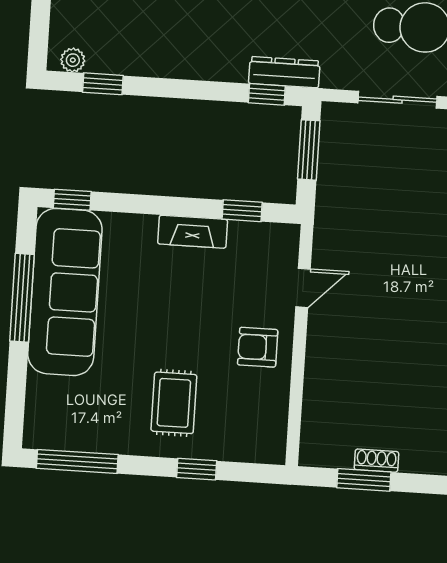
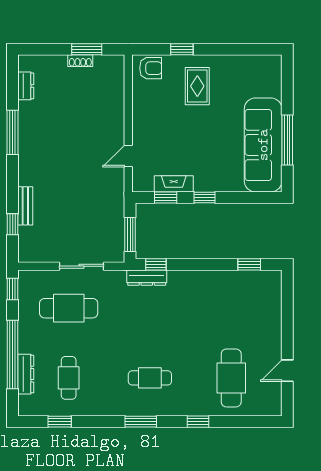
plant: (73, 60) -> (267, 277), removed
window: (72, 200) -> (204, 198), moved
fireplace: (193, 232) -> (174, 184), moved
armchair: (258, 347) -> (151, 68), moved
window: (77, 461) -> (250, 49), removed

